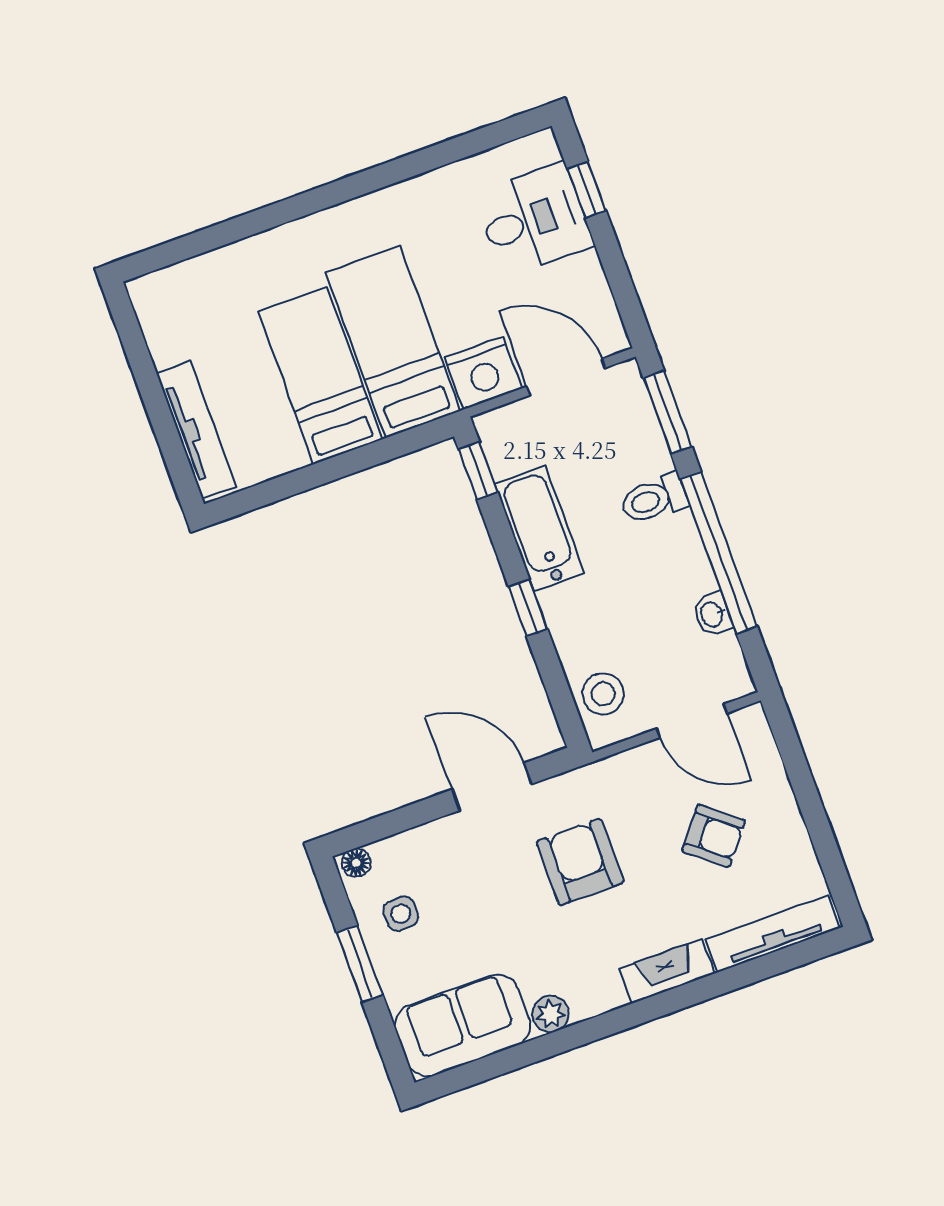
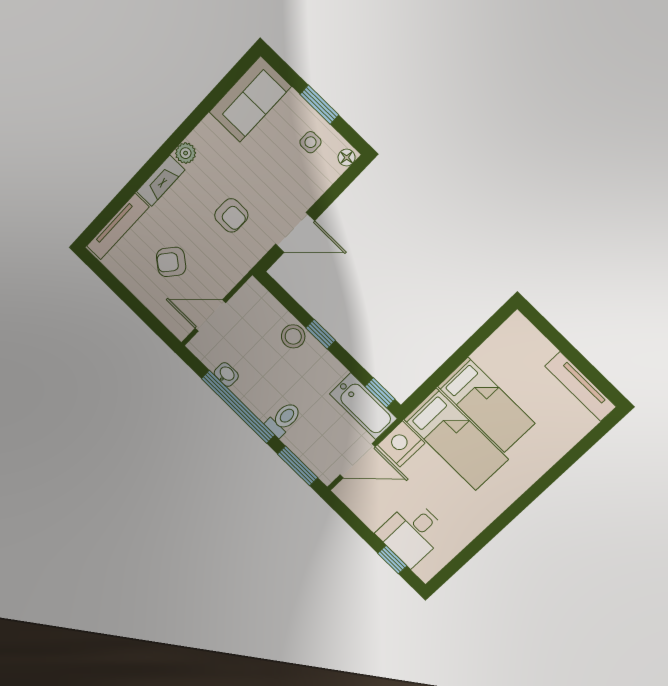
tv unit: (196, 430) -> (580, 386), moved
bathtub: (539, 529) -> (363, 406), moved
stool: (603, 694) -> (293, 336), moved
armchair: (580, 862) -> (231, 215), width x0.72, depth x0.72
plant: (551, 1014) -> (186, 153), moved

